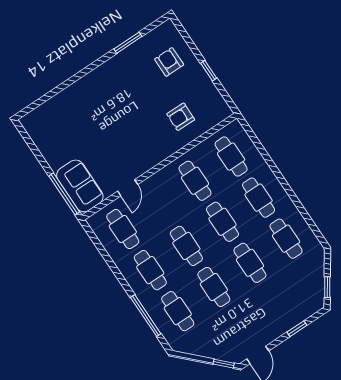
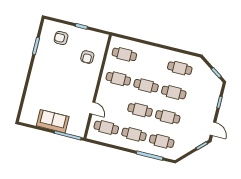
sofa: (80, 186) -> (53, 121), moved
cafe table: (259, 198) -> (152, 61), removed

